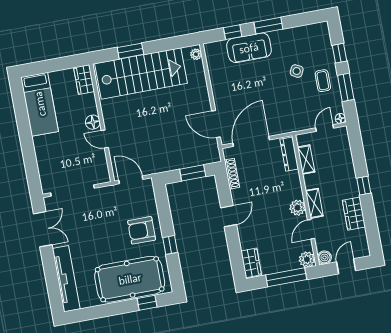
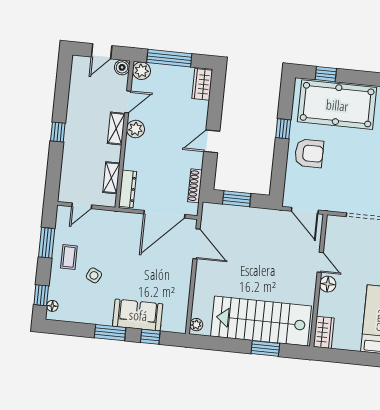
window: (339, 53) -> (41, 295), moved
floor lamp: (340, 118) -> (52, 306), moved
wardrobe: (354, 214) -> (77, 105), removed

